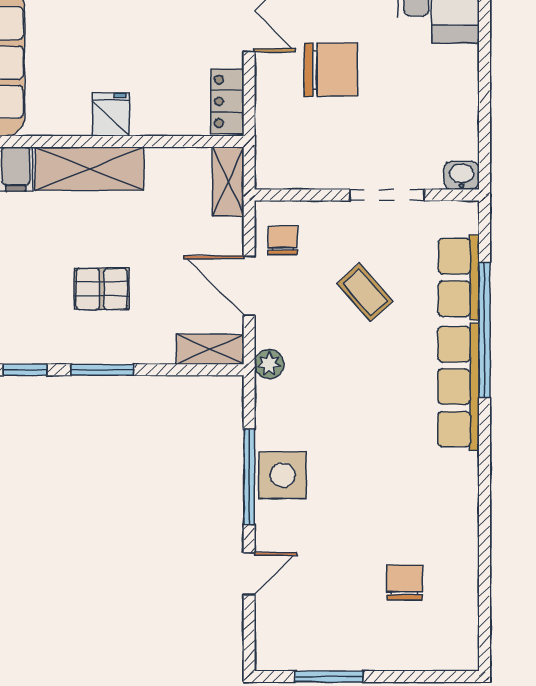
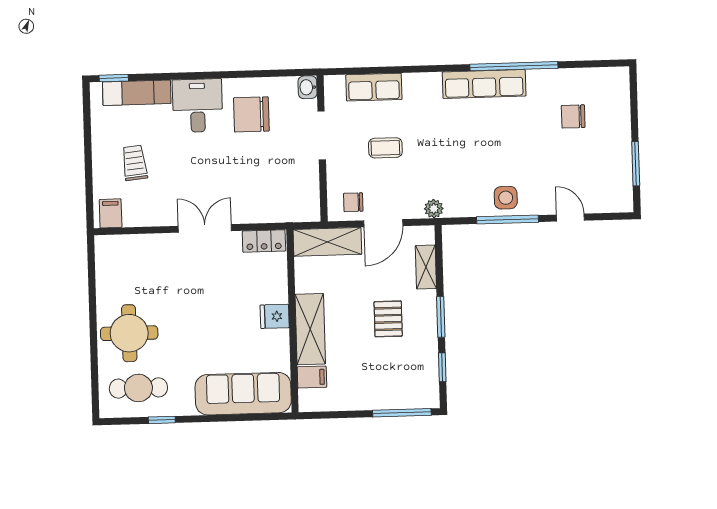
chair: (331, 70) -> (251, 114), moved, turned -90
shelving: (228, 182) -> (327, 242), width x1.50, depth x1.33
coffee table: (365, 292) -> (385, 148), turned 41
window: (485, 330) -> (514, 66), moved
shelving: (210, 349) -> (426, 267), moved
row of seats: (459, 387) -> (484, 84), moved
side table: (283, 475) -> (506, 198), width x0.73, depth x0.73

